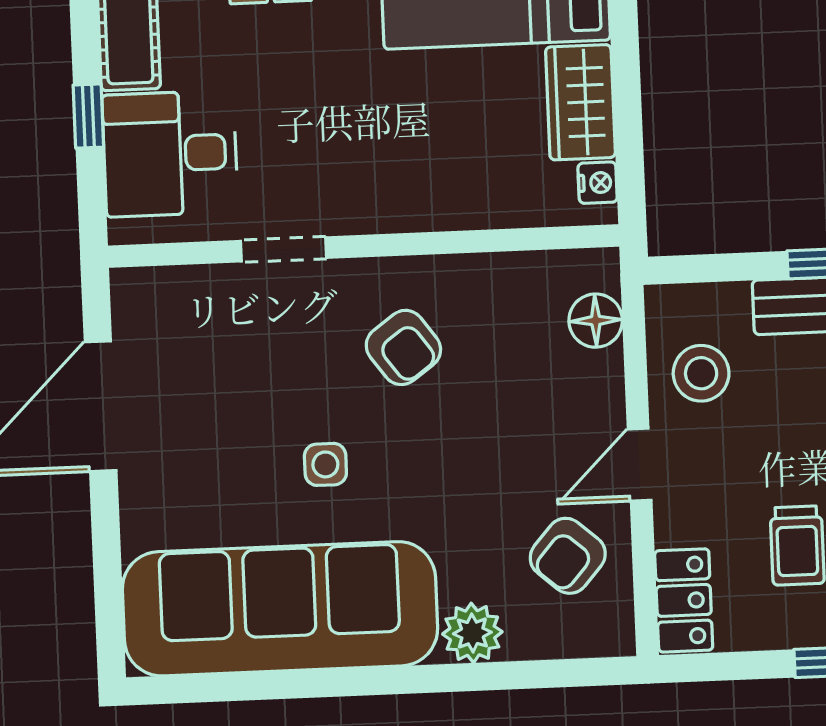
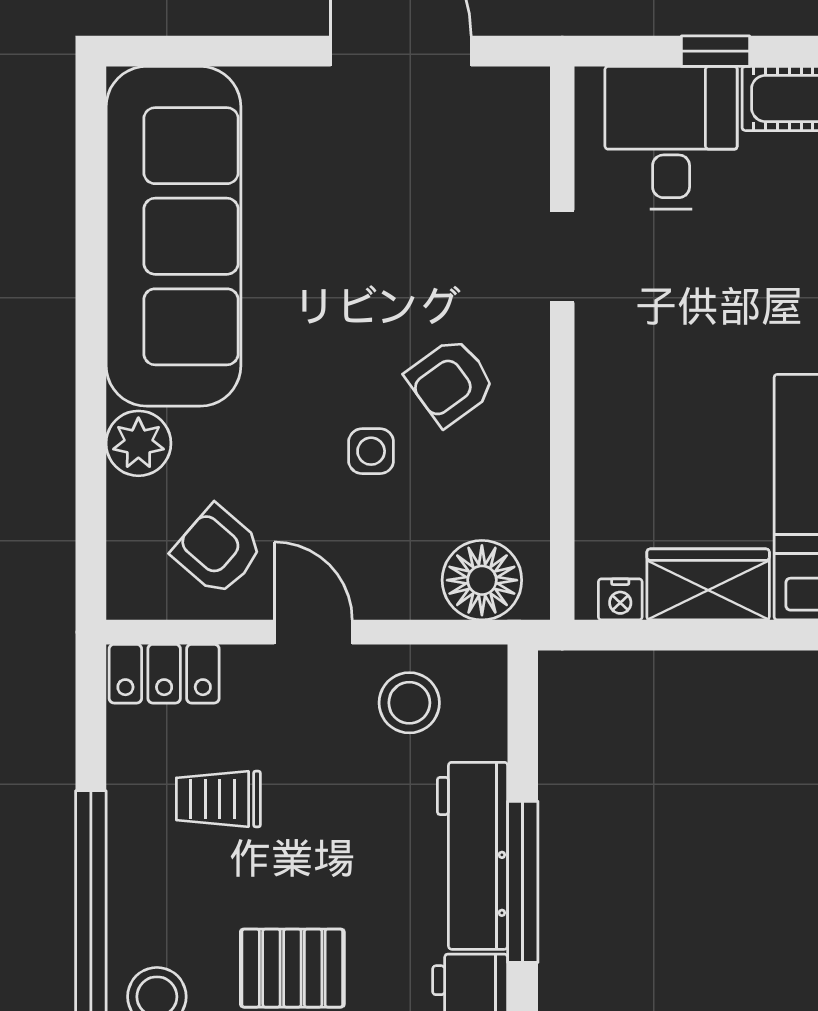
floor lamp: (596, 321) -> (482, 580), width x1.38, depth x1.38
side table: (325, 464) -> (371, 451), moved

